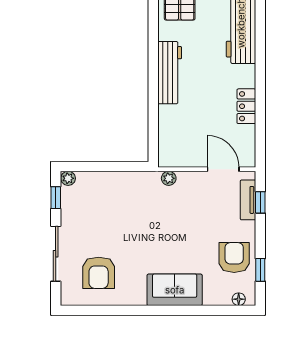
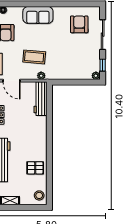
workbench: (170, 73) -> (41, 99), moved
coffee table: (181, 213) -> (34, 57), added

